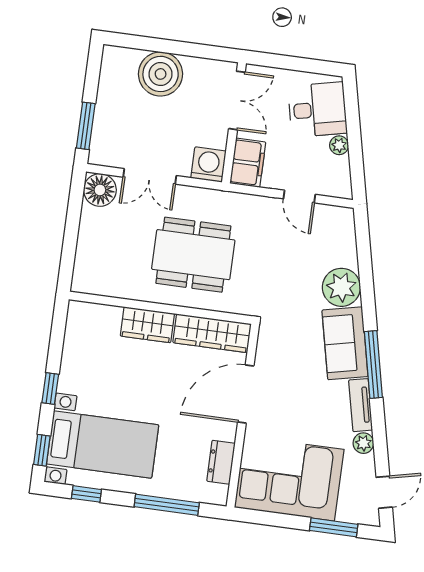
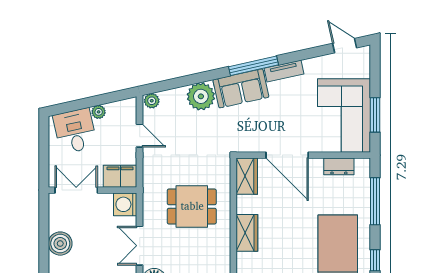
boiler: (161, 74) -> (60, 244), width x0.73, depth x0.73
double door: (150, 176) -> (140, 246), swing flipped
door: (299, 197) -> (140, 136), hinge flipped
dining table: (193, 255) -> (192, 206), width x0.73
wardrobe: (212, 333) -> (247, 176), width x0.67
plant: (363, 443) -> (152, 101), moved
window: (334, 527) -> (375, 115), moved

